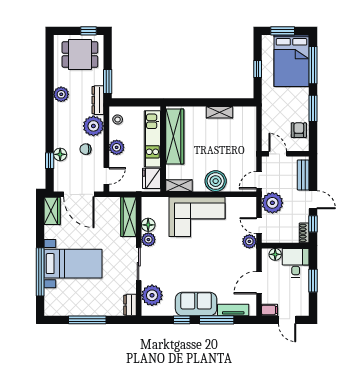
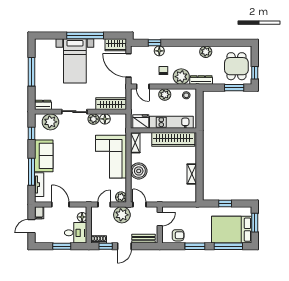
window: (108, 82) -> (234, 88), moved
door: (79, 194) -> (128, 65), hinge flipped
plant: (249, 241) -> (121, 197), moved
window: (40, 272) -> (85, 35), moved
window: (182, 320) -> (31, 133), moved

